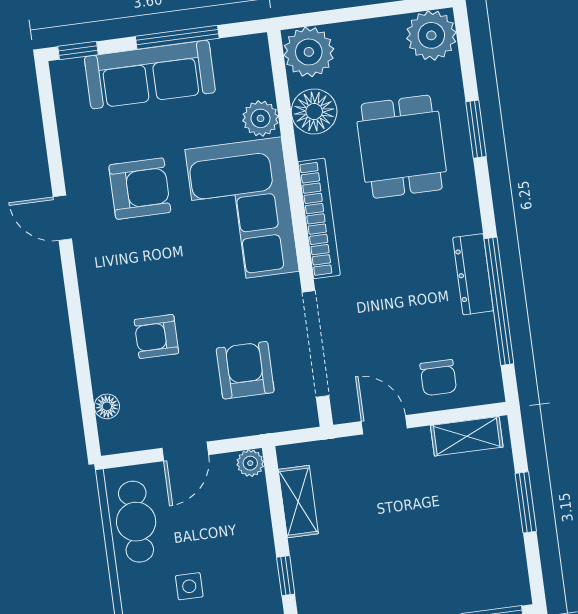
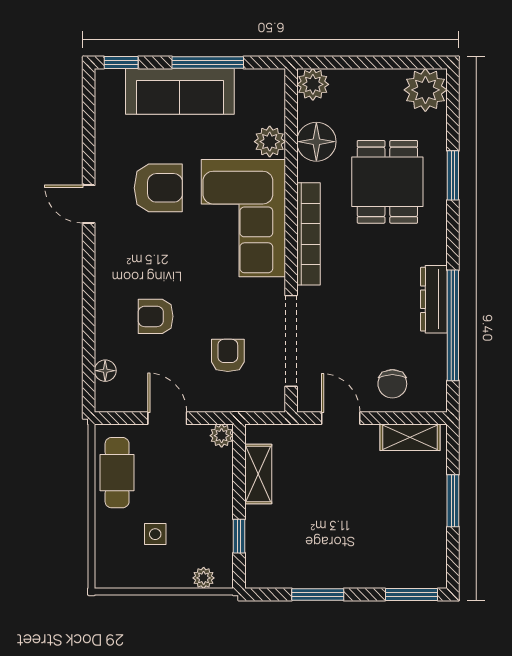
plant: (309, 52) -> (313, 84), width x0.73, depth x0.73
armchair: (245, 370) -> (228, 355), width x0.72, depth x0.72
door: (185, 451) -> (167, 418), swing flipped

